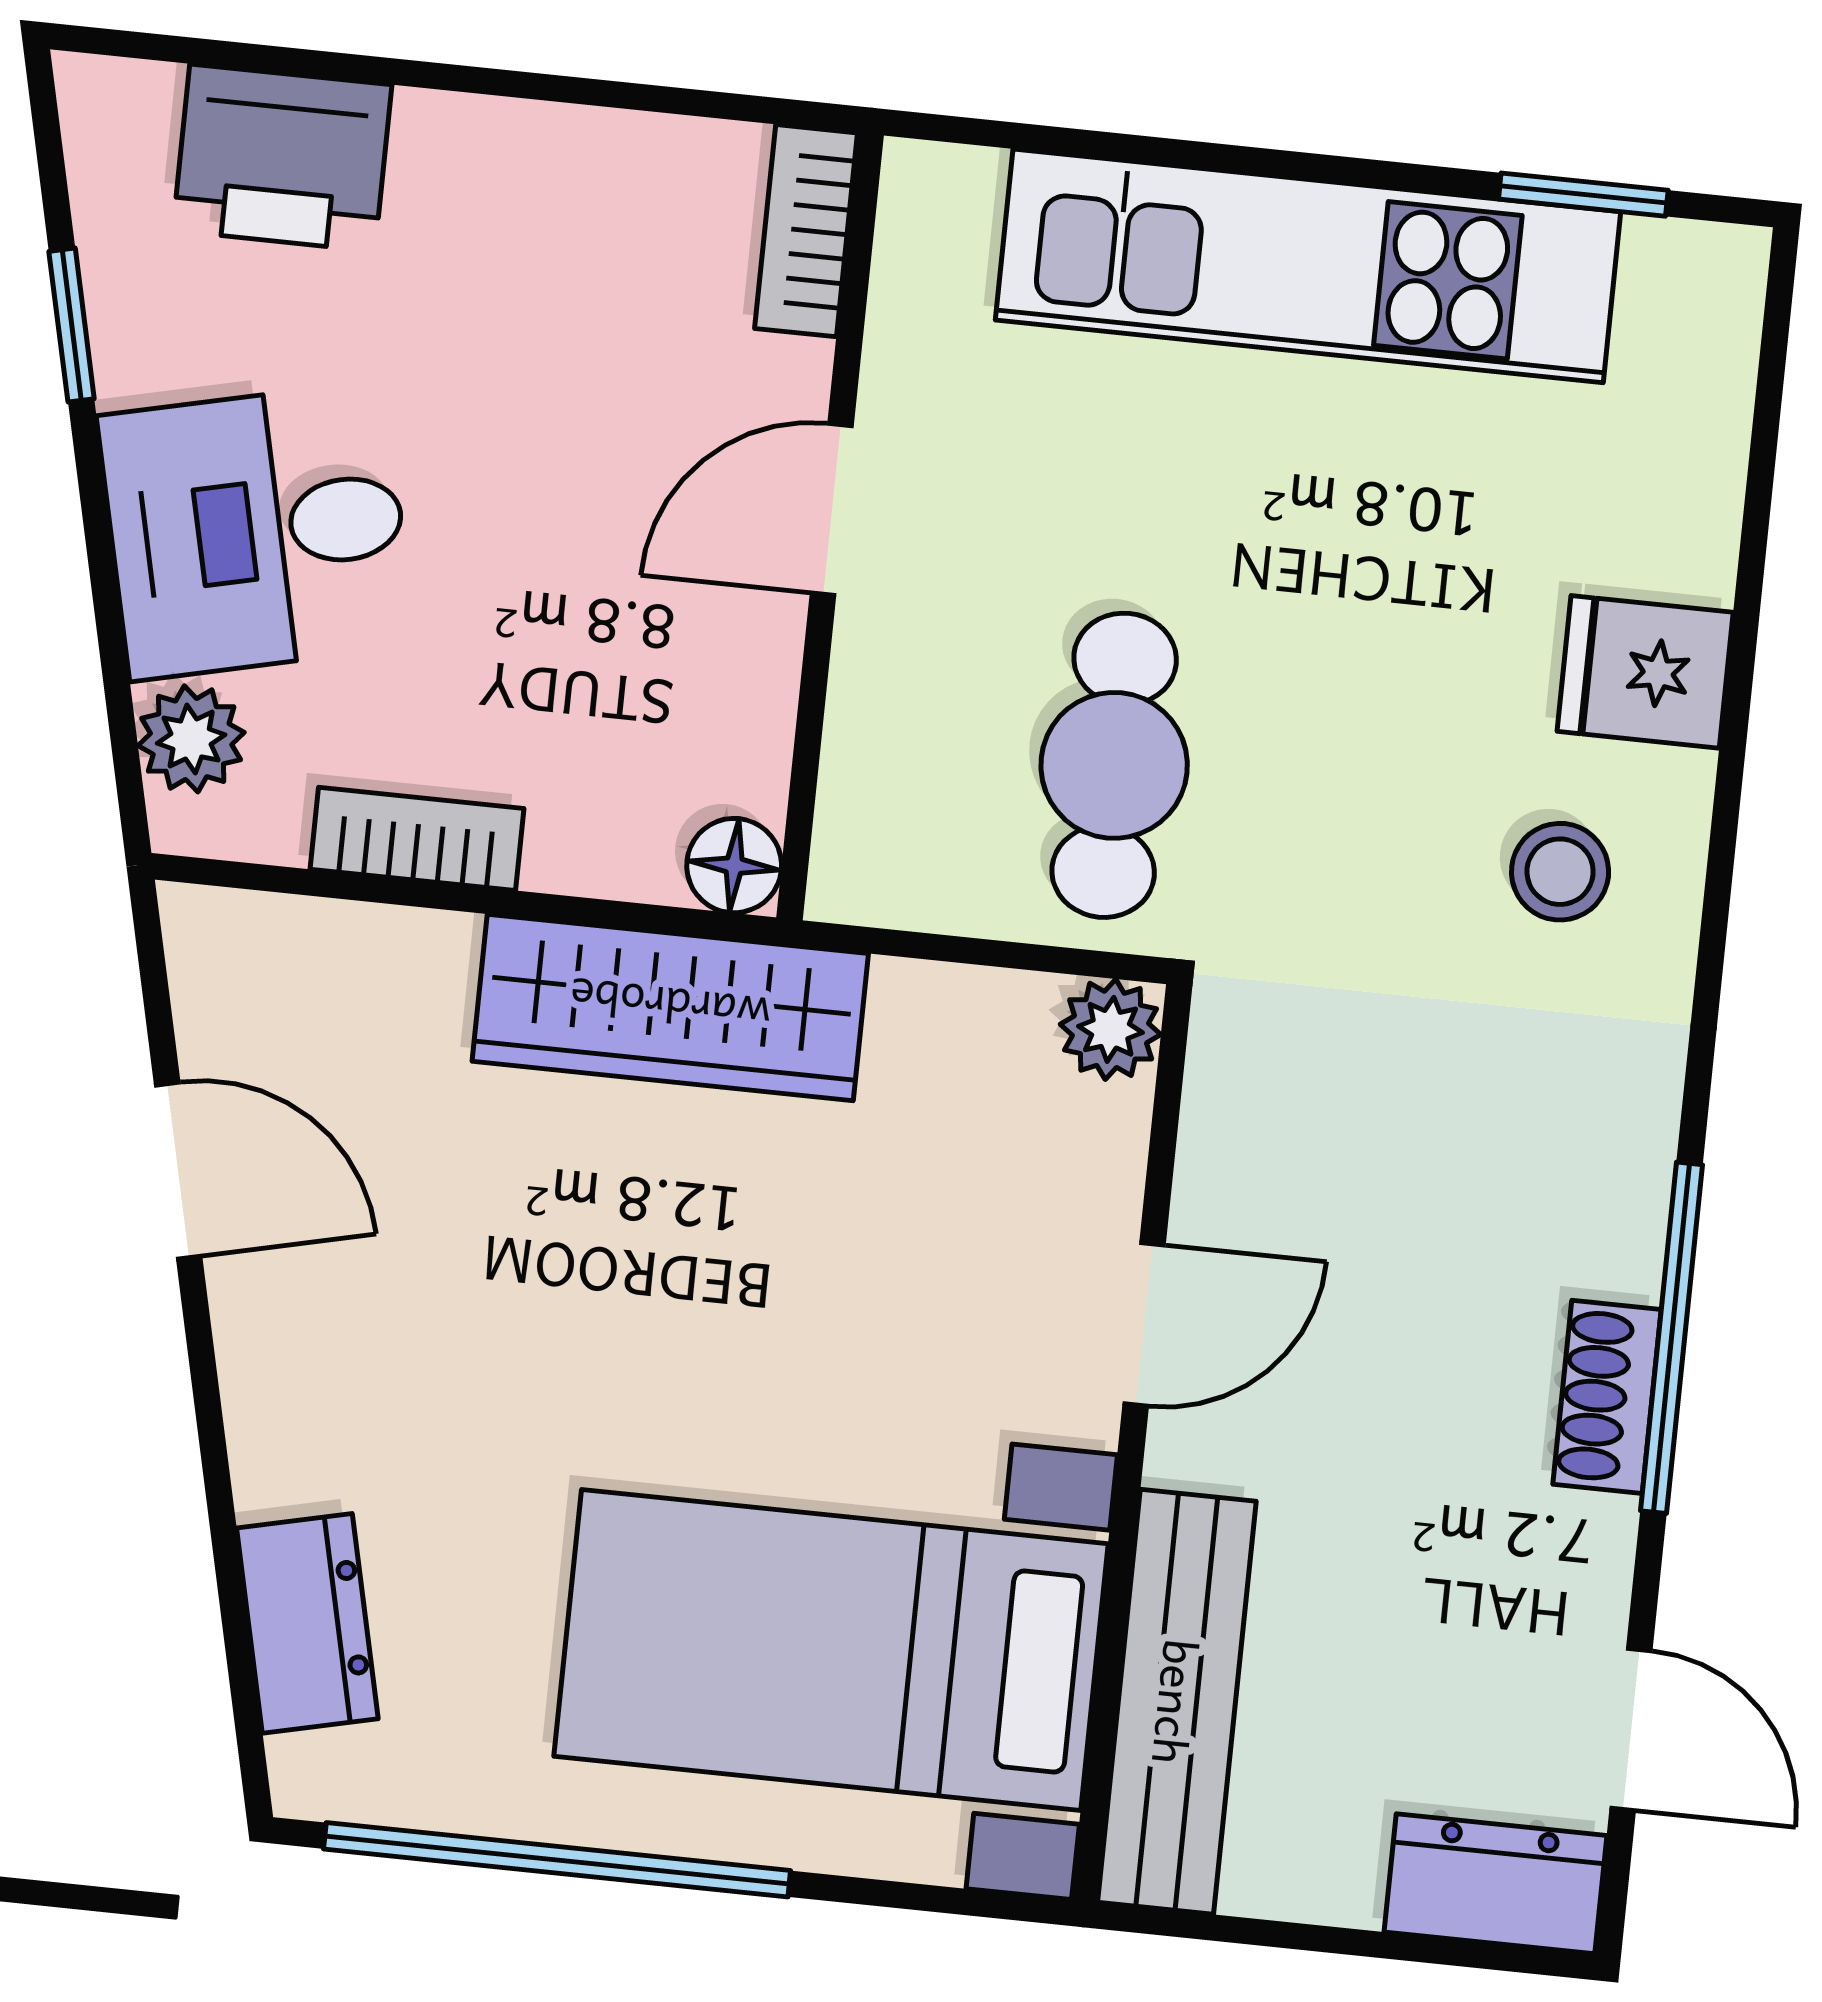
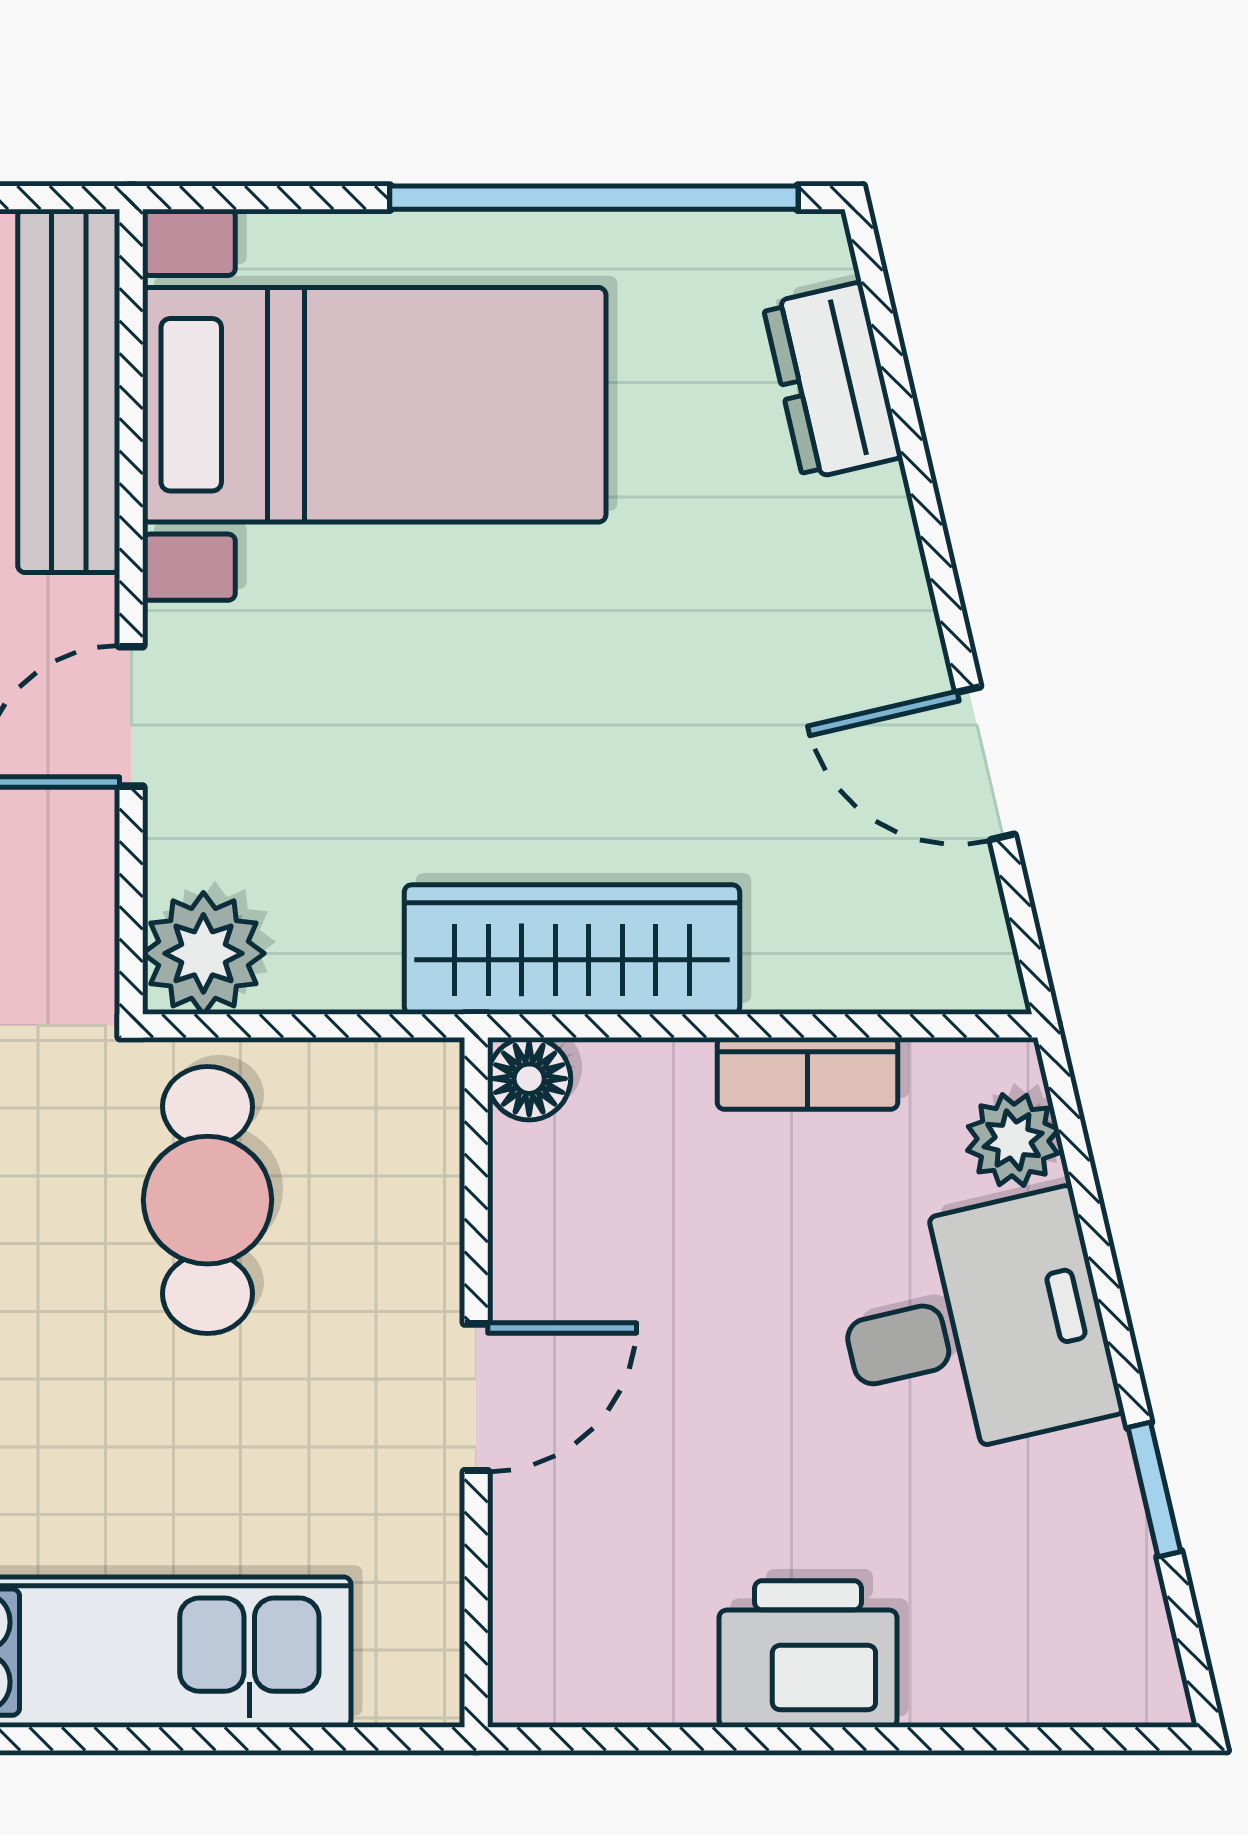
printer: (282, 158) -> (808, 1654), moved
bookcase: (806, 231) -> (524, 1638), removed
plant: (1111, 1029) -> (203, 953), width x1.38, depth x1.38

